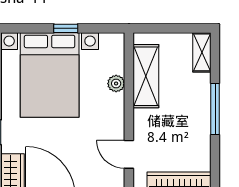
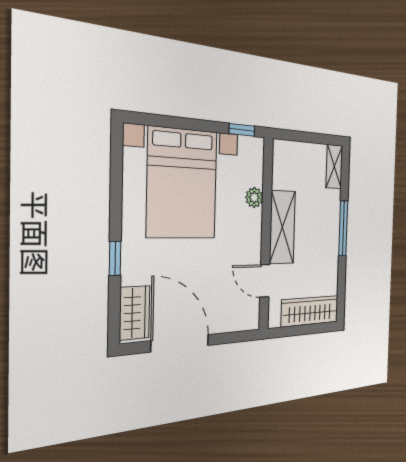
window: (66, 28) -> (242, 130), moved
shelving: (146, 76) -> (282, 227), moved

